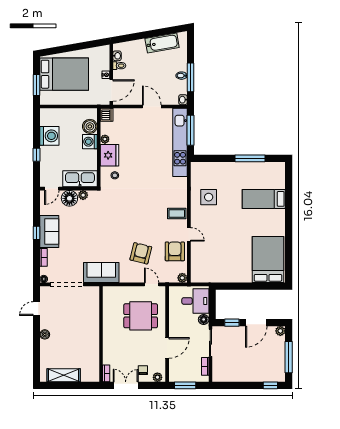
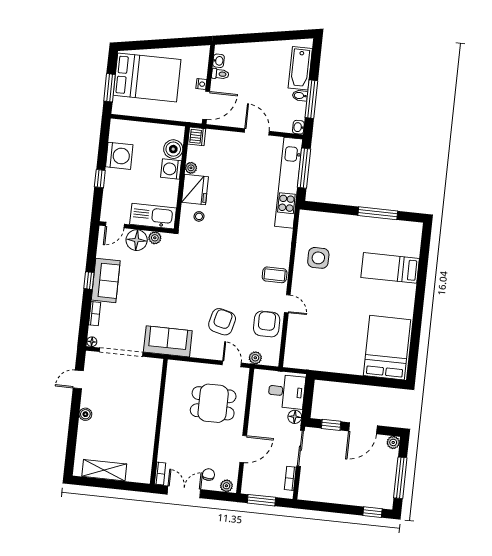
bathtub: (162, 43) -> (300, 68), moved, turned 100
plant: (182, 278) -> (255, 358), moved

